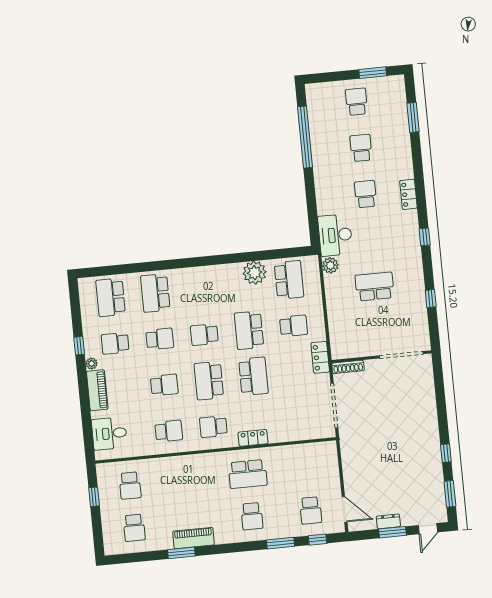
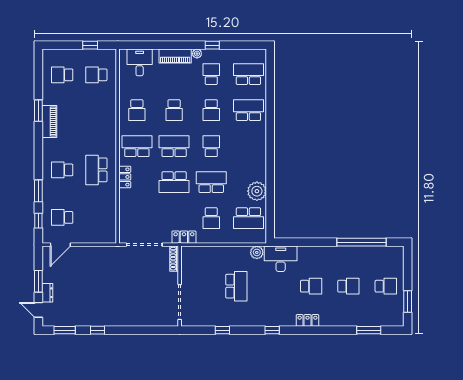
school desk: (213, 427) -> (137, 146), width x1.85
dresser: (388, 521) -> (47, 293), moved

